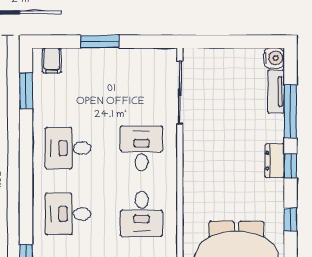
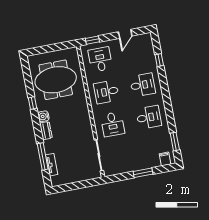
water cooler: (274, 58) -> (43, 116), moved
window: (290, 166) -> (38, 130), removed
desk: (142, 214) -> (106, 92), turned -90

